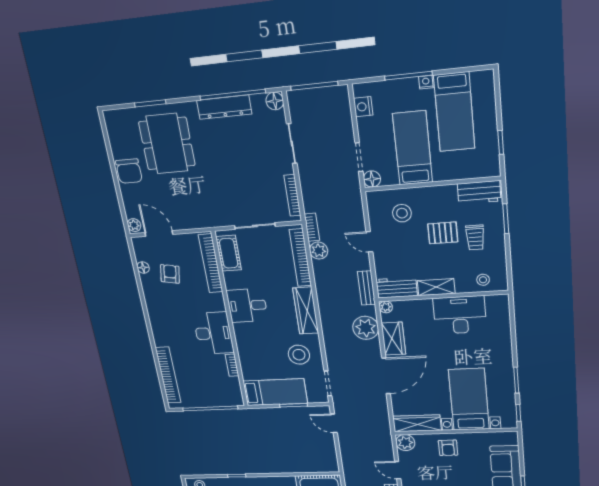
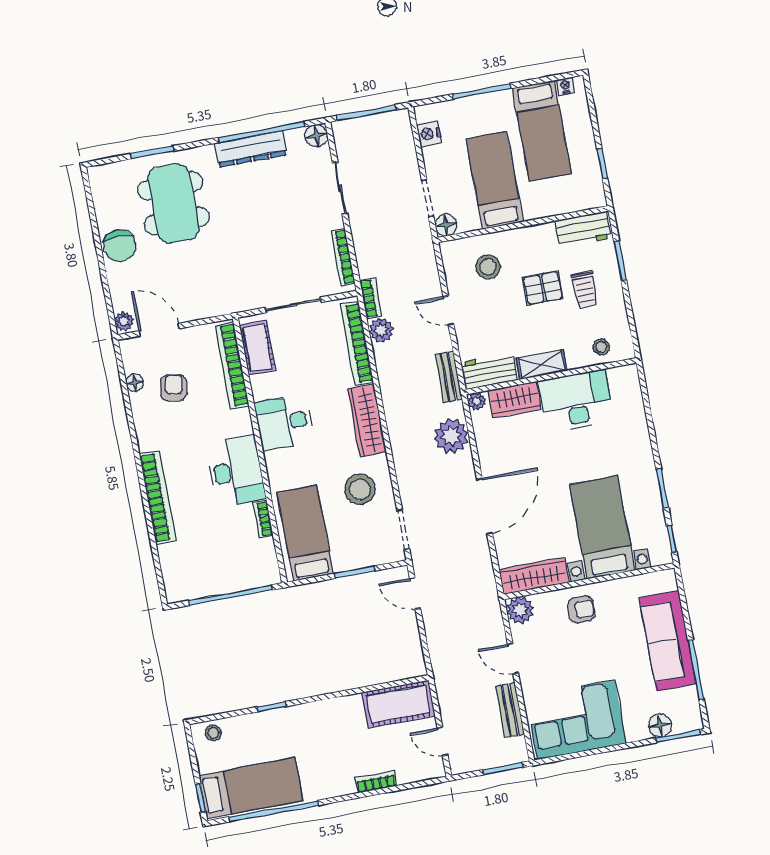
nightstand: (426, 82) -> (565, 86), moved
wardrobe: (393, 339) -> (515, 400), moved, turned 90
bookcase: (168, 375) -> (158, 497), moved
bed: (275, 392) -> (305, 533), moved, turned -90
armchair: (448, 448) -> (581, 610), turned -90

